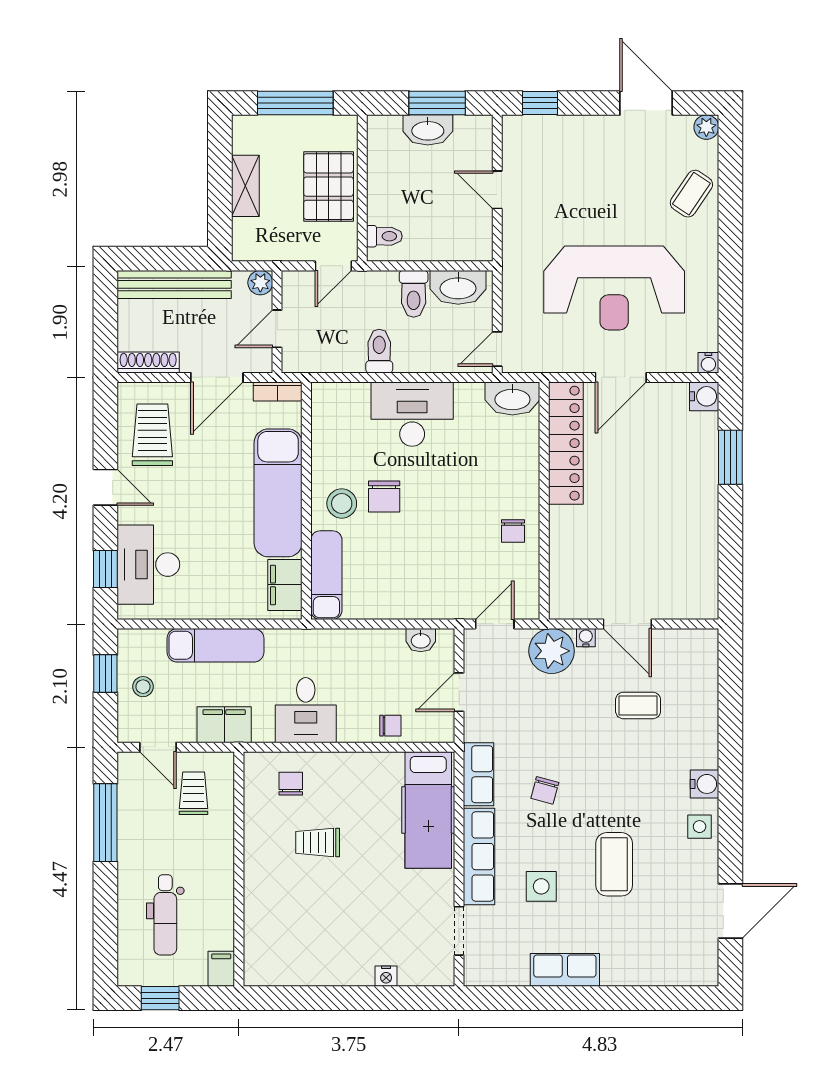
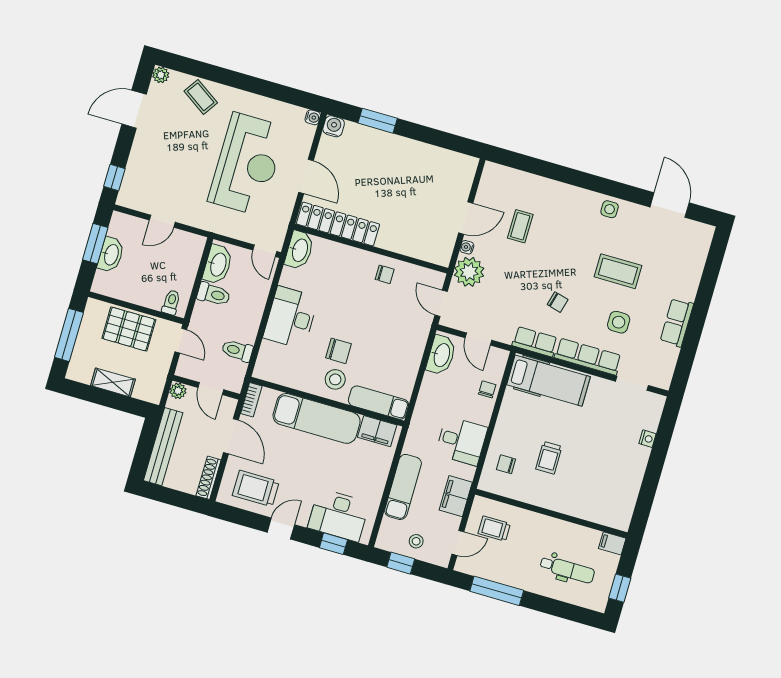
toilet: (379, 351) -> (237, 351), moved
washbasin: (421, 640) -> (441, 355), width x1.91, depth x1.45
water cooler: (705, 784) -> (583, 198), removed

